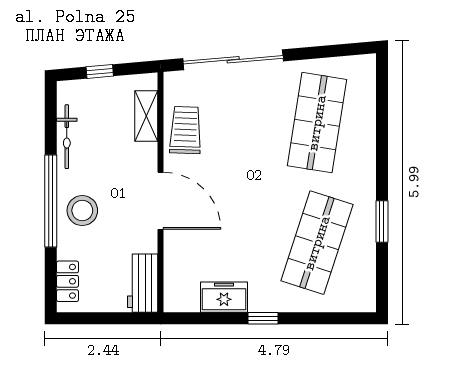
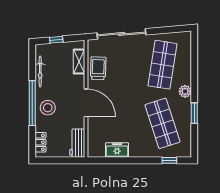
plant: (363, 177) -> (185, 91), added
shop shelf: (317, 243) -> (162, 123), turned -36
window: (263, 318) -> (169, 160), moved

